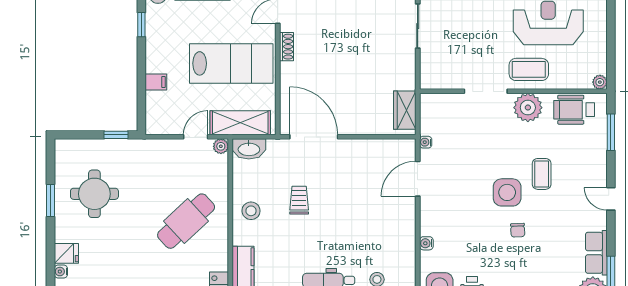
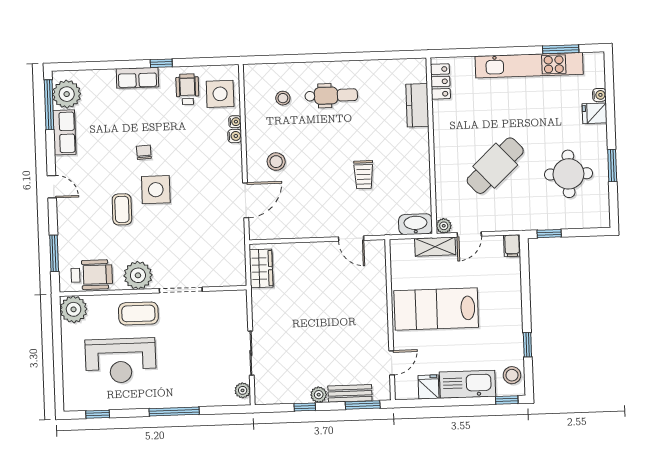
shoe rack: (286, 47) -> (382, 328), removed
filing cabinet: (156, 82) -> (512, 246), moved, turned -90
plant: (600, 82) -> (74, 309), width x1.87, depth x1.87
shelving: (240, 123) -> (435, 247), width x0.67, depth x0.75
door: (314, 137) -> (351, 239), width x0.53
water cooler: (426, 142) -> (235, 122), moved
stool: (251, 211) -> (276, 162), moved
cafe table: (186, 221) -> (495, 166), moved

